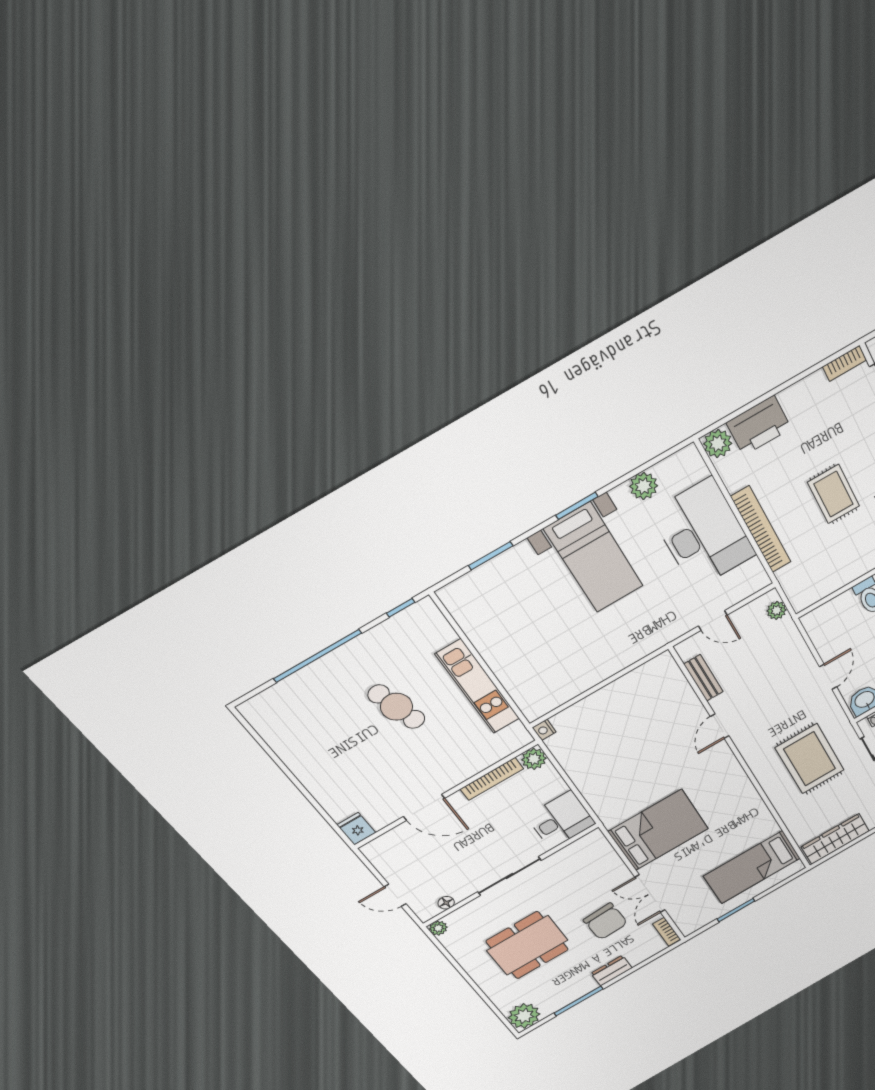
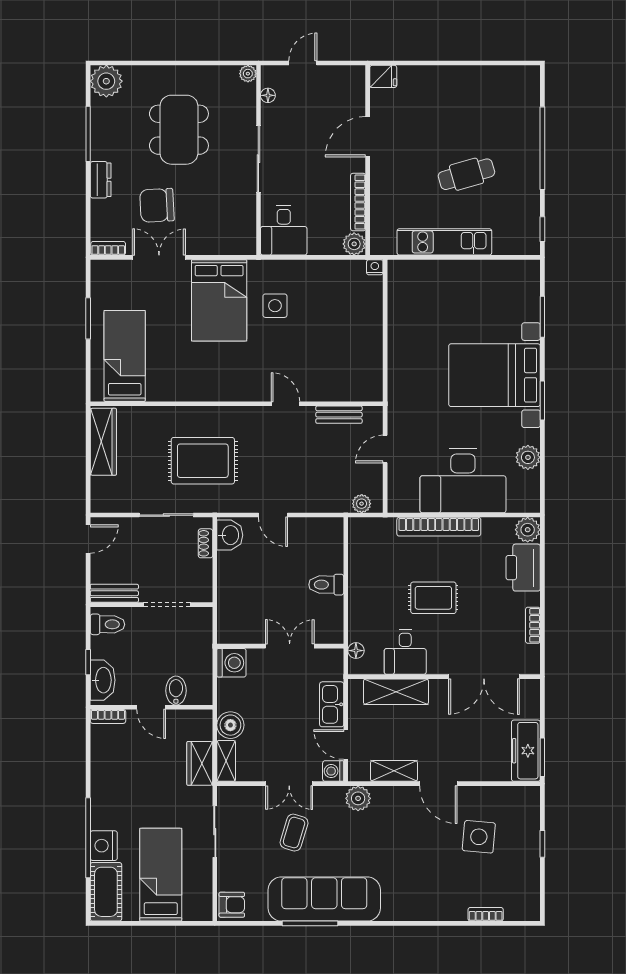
bookcase: (845, 363) -> (533, 625), moved
bed with nightstands: (594, 558) -> (494, 375), width x1.36
side table: (635, 786) -> (275, 306), added

